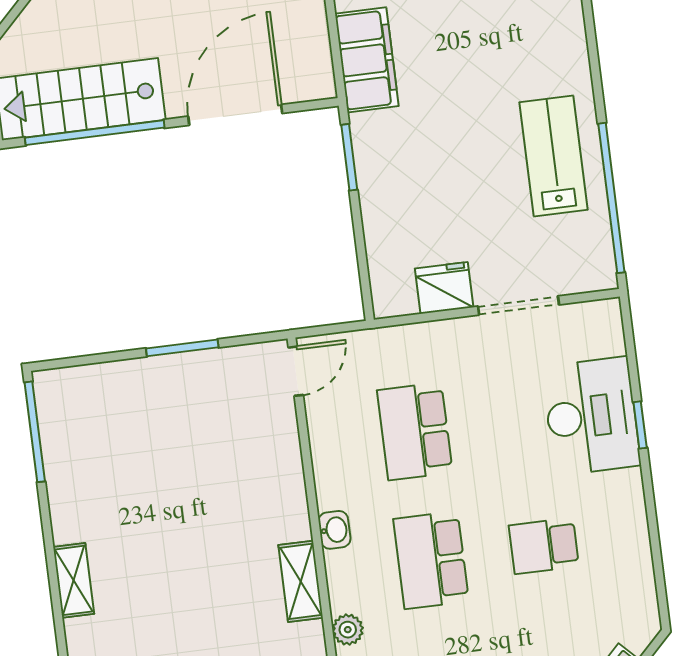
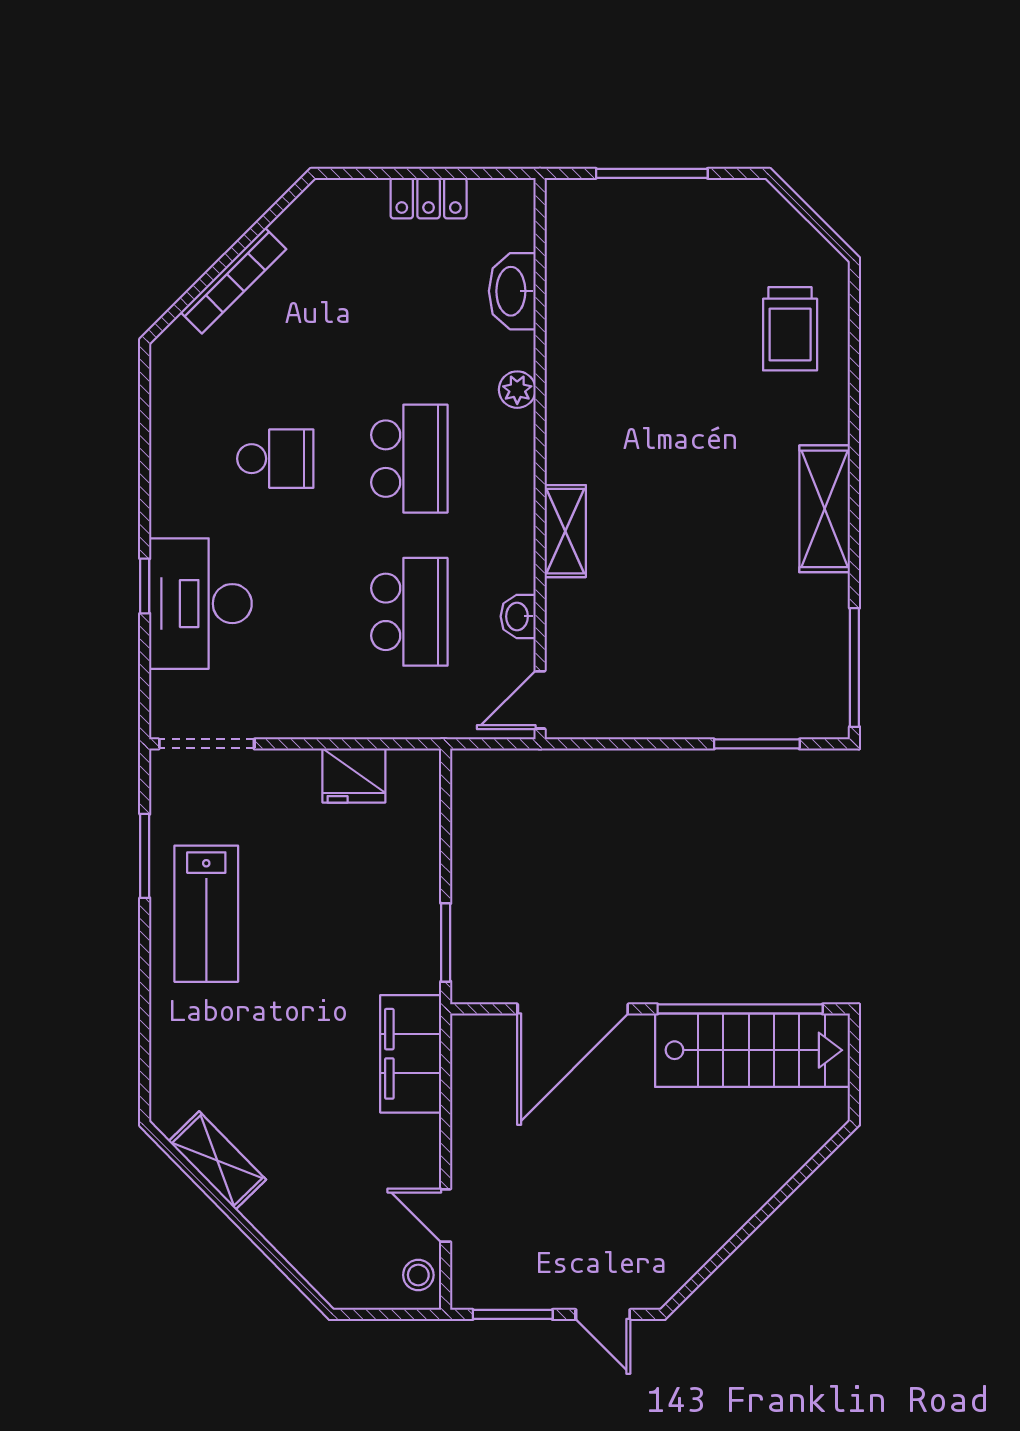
window: (611, 198) -> (145, 856), width x0.47
doorway: (518, 305) -> (207, 744), moved
window: (182, 348) -> (757, 744), moved
washbasin: (334, 530) -> (518, 616), moved
shelving: (74, 580) -> (825, 509), width x1.50, depth x1.33
shelving: (301, 581) -> (565, 531), moved

